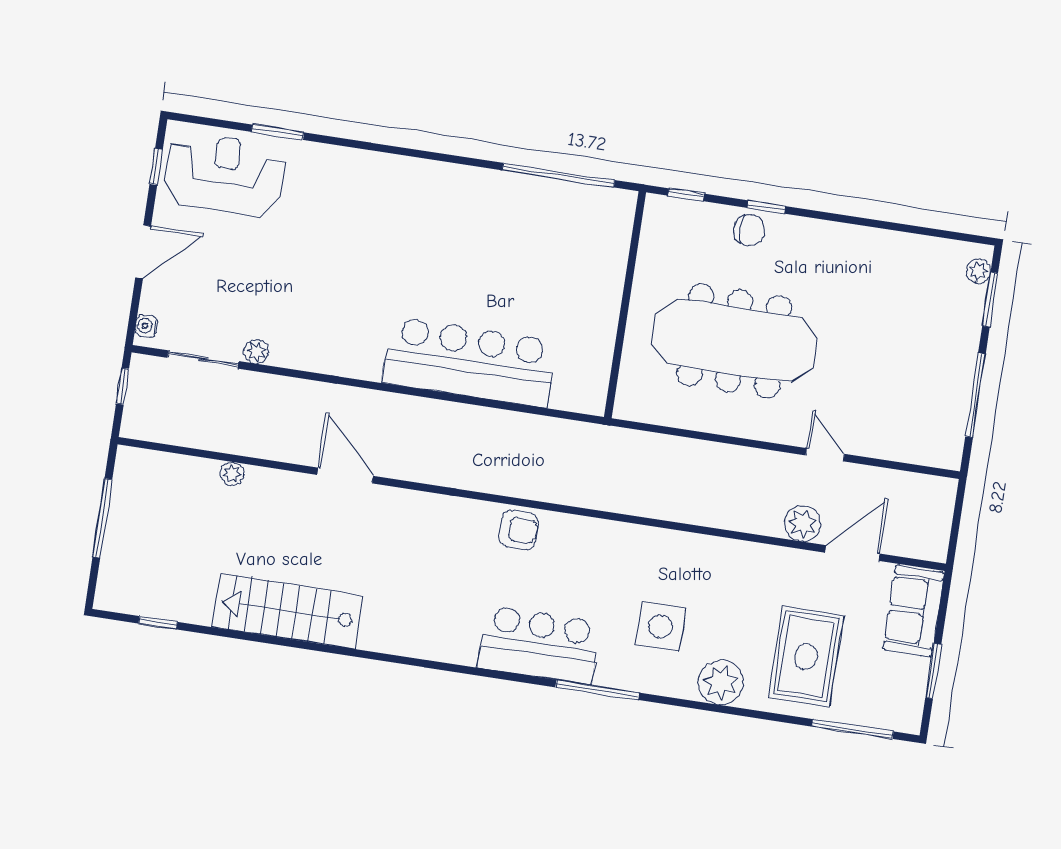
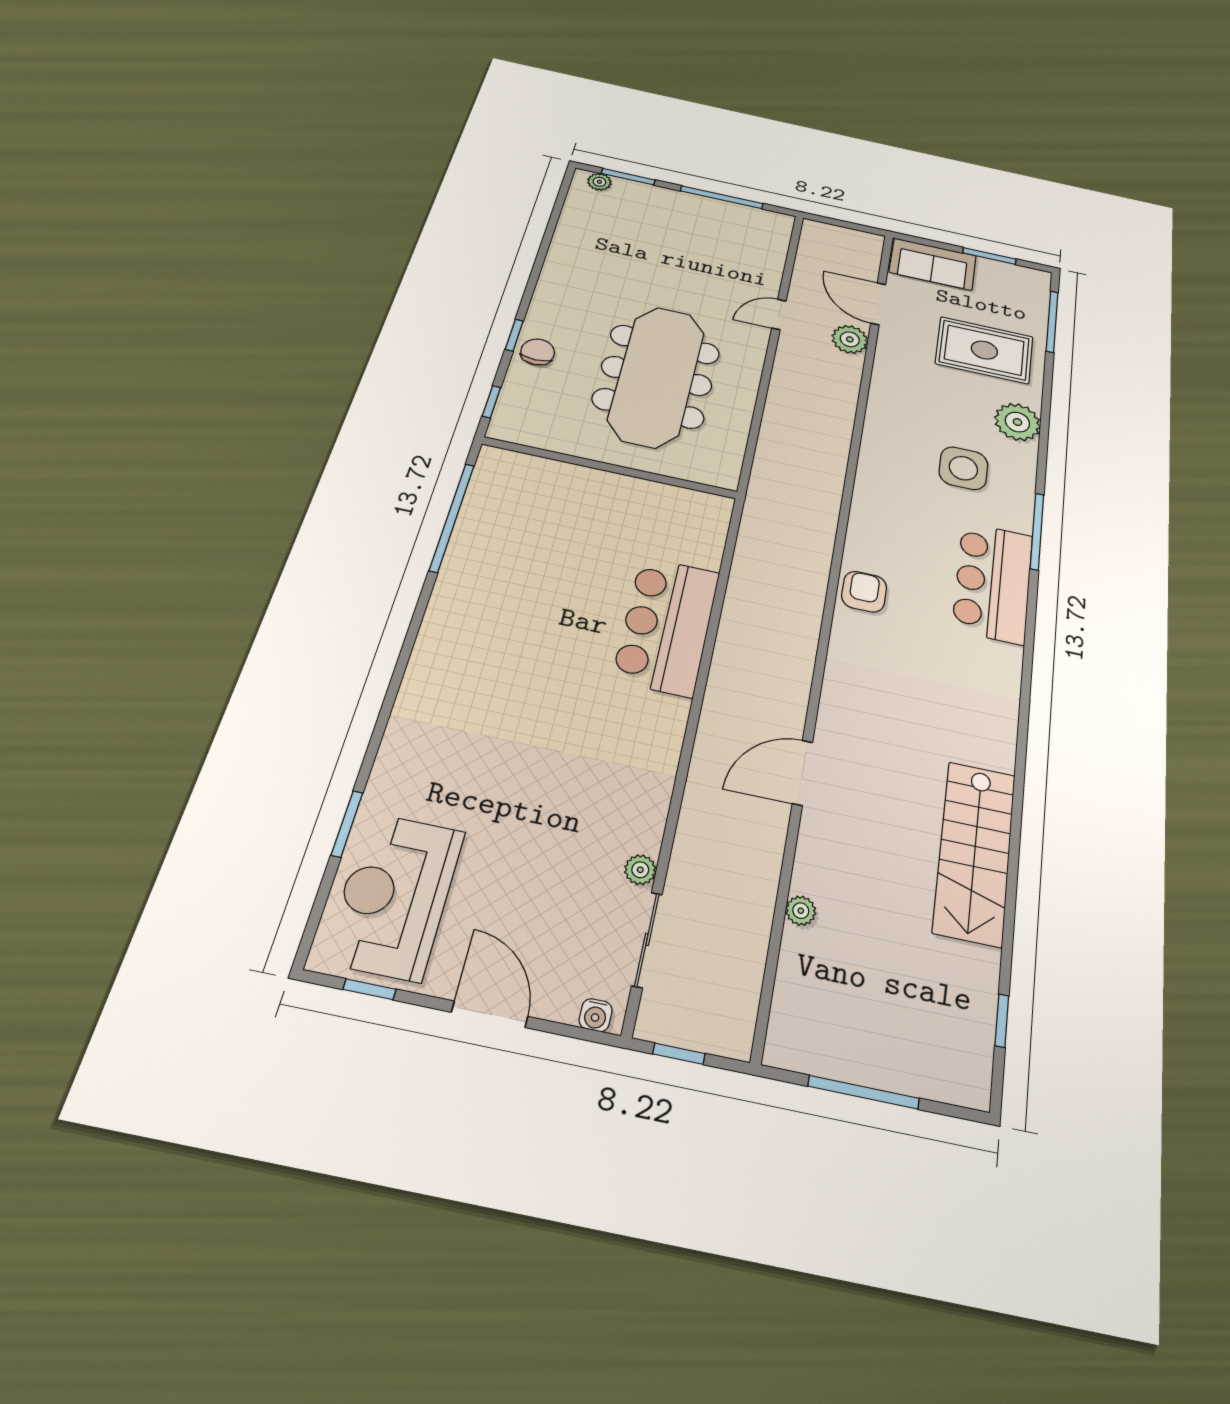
bar counter: (469, 362) -> (667, 626), width x0.73

